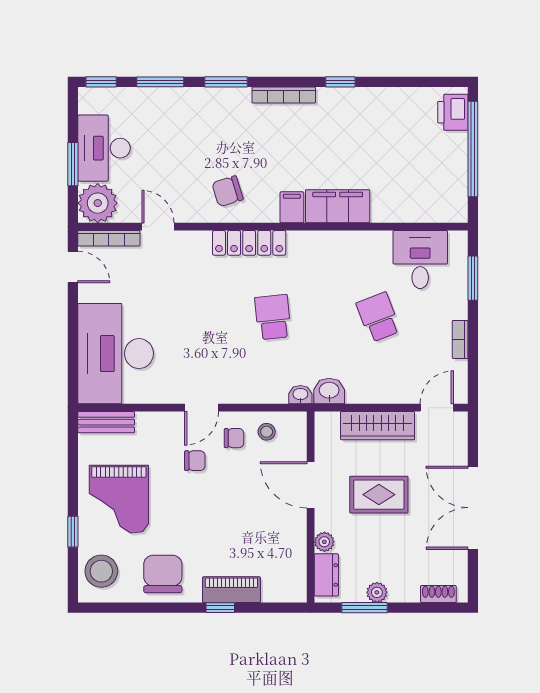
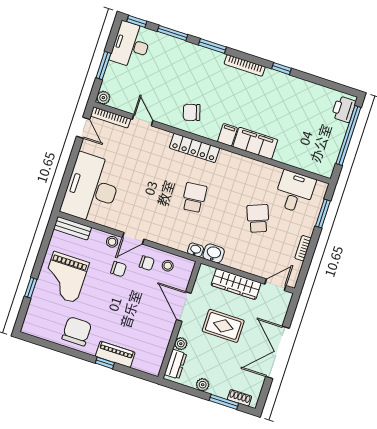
desk: (104, 148) -> (131, 45), moved
plant: (98, 203) -> (103, 98), width x0.53, depth x0.53
stool: (101, 571) -> (112, 242), moved, width x0.53, depth x0.53
window: (364, 608) -> (224, 402), moved

